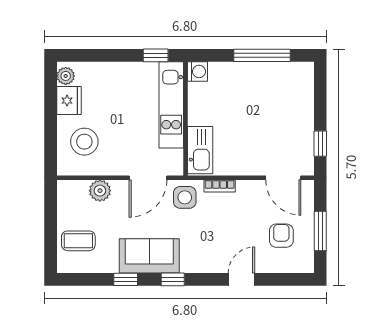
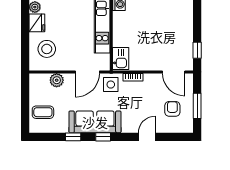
kitchen sink: (200, 150) -> (121, 58), width x0.73
sofa: (149, 256) -> (95, 122), width x1.36

